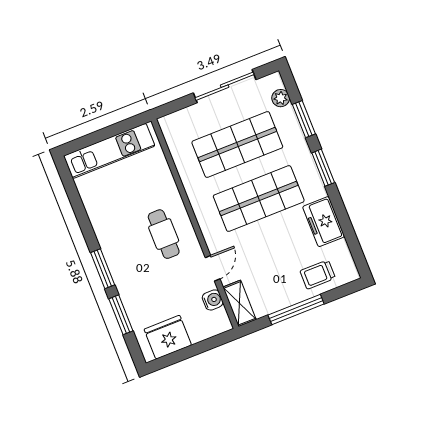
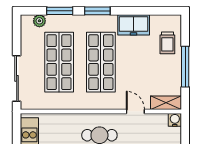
sliding door: (225, 86) -> (17, 78), moved
water cooler: (213, 300) -> (175, 120), moved

